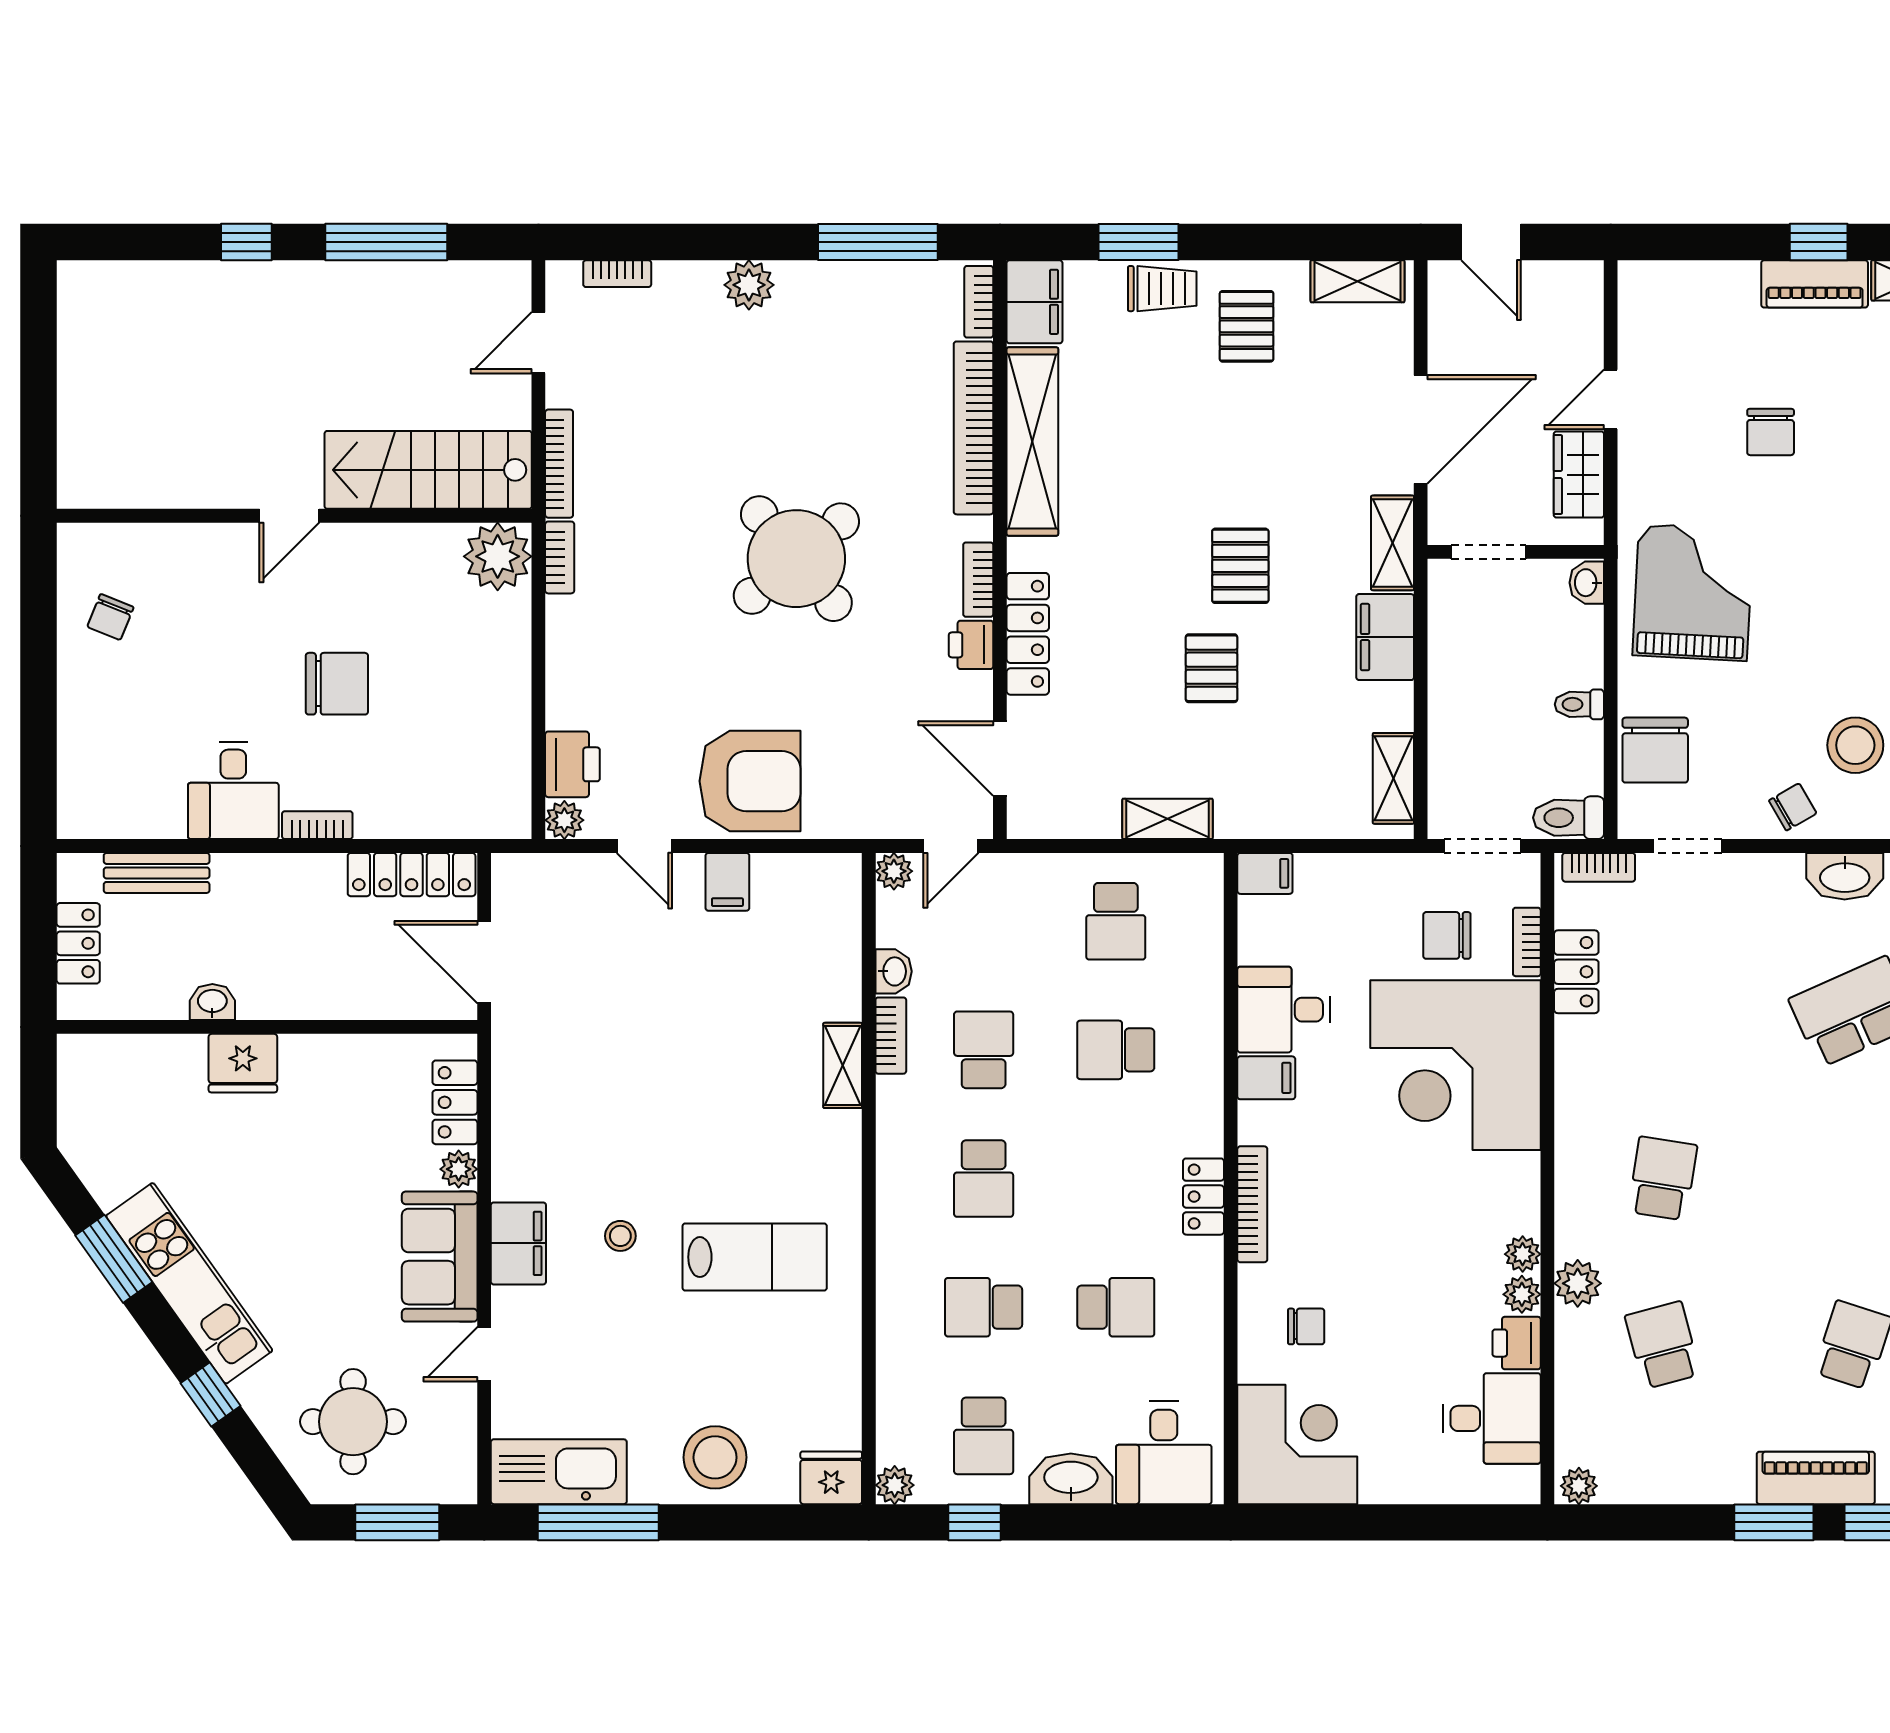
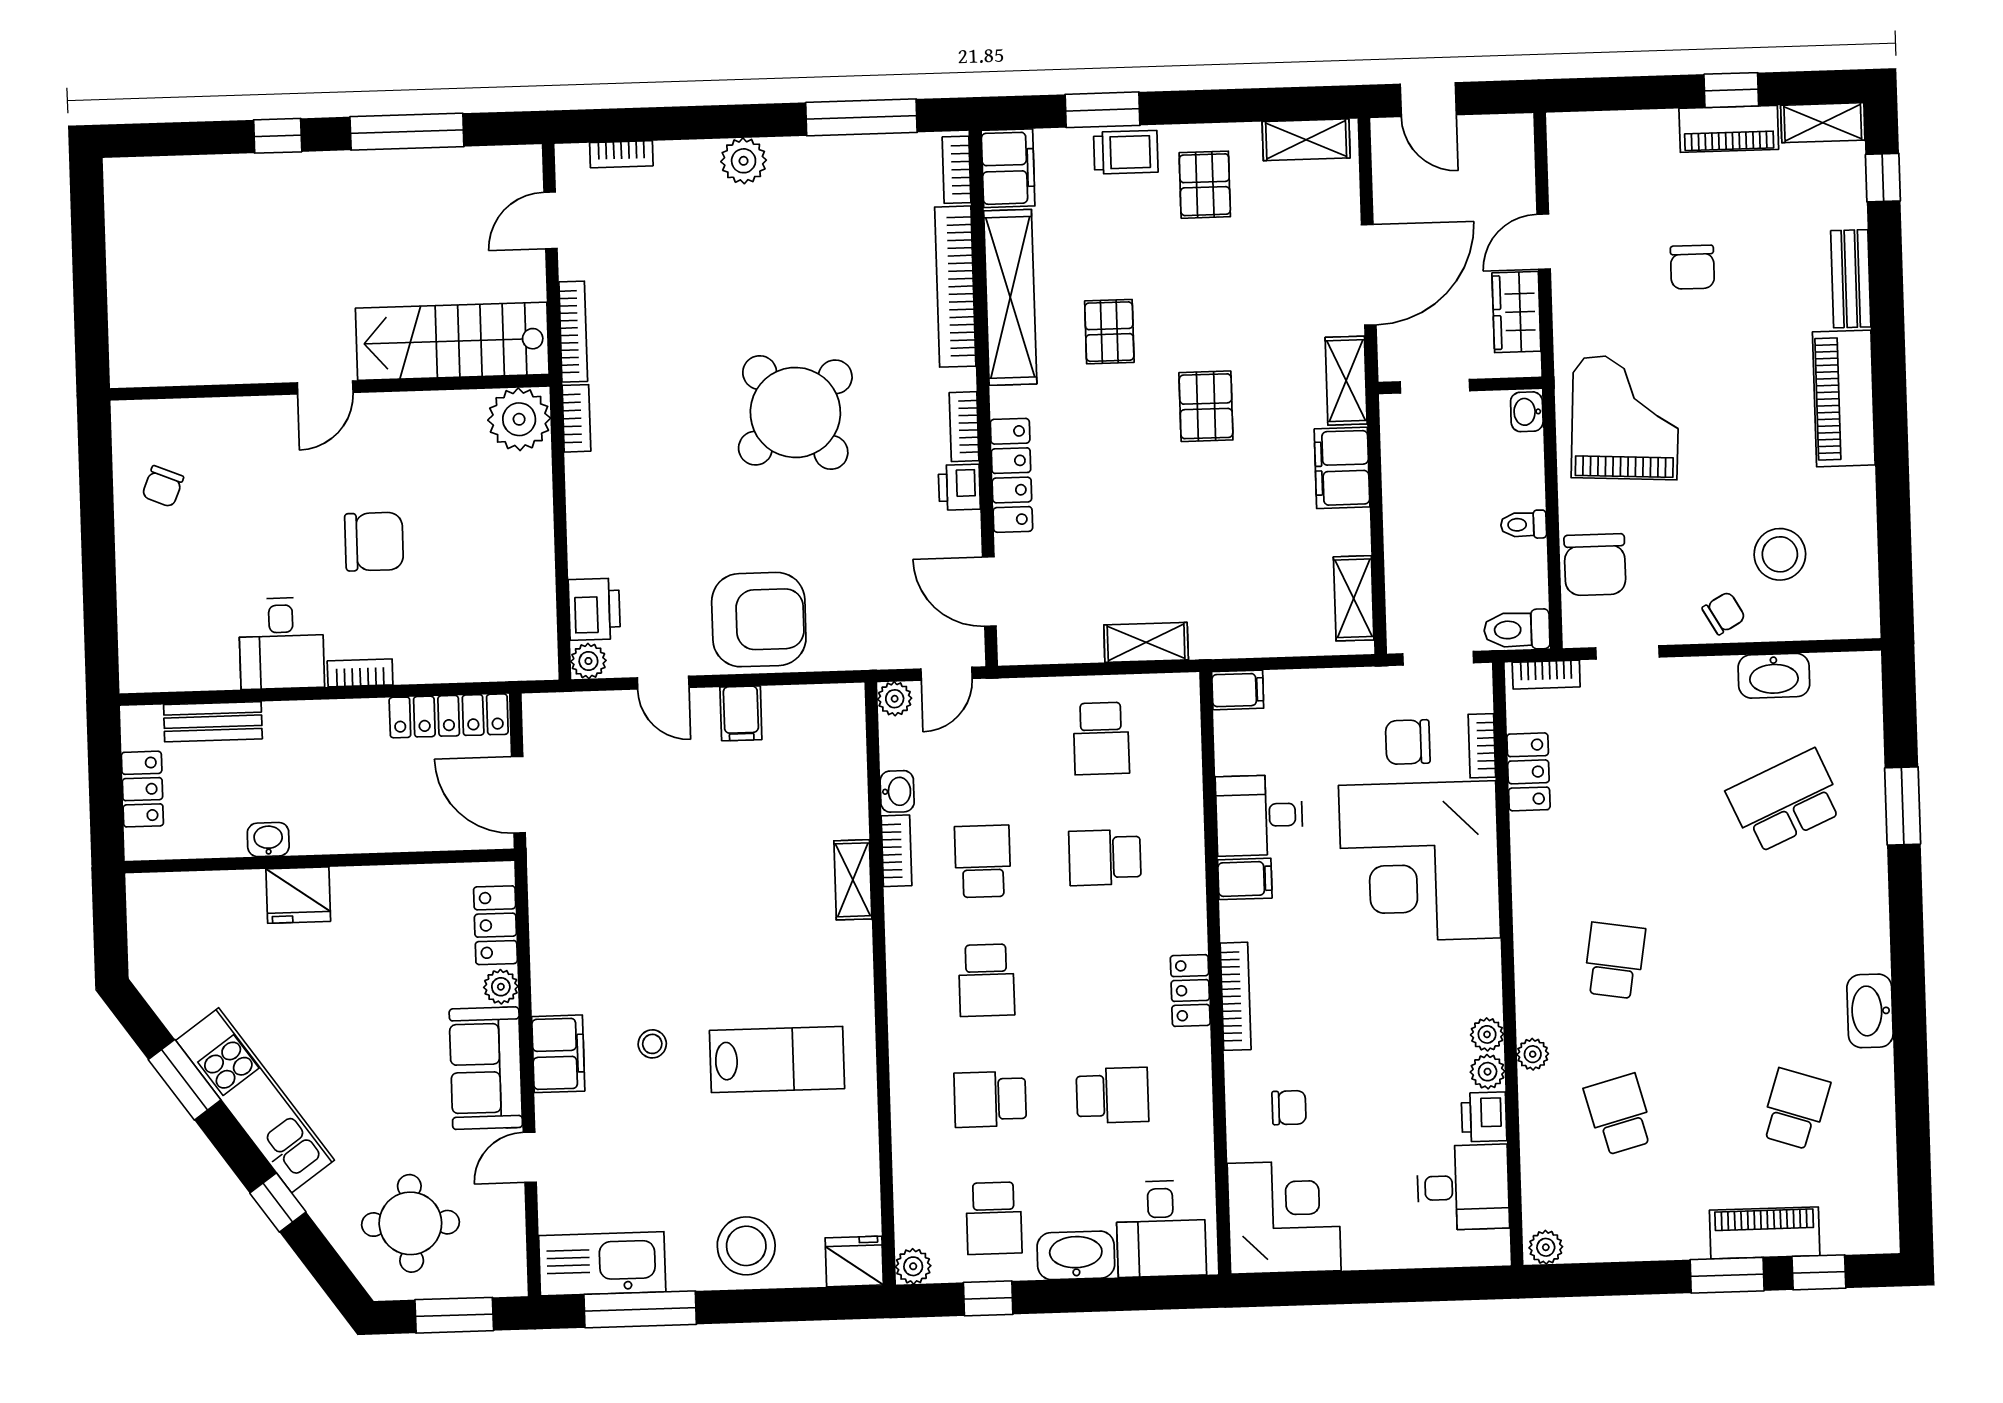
pallet: (1212, 668) -> (1109, 332), moved
plant: (1578, 1283) -> (1533, 1054), width x0.73, depth x0.73

